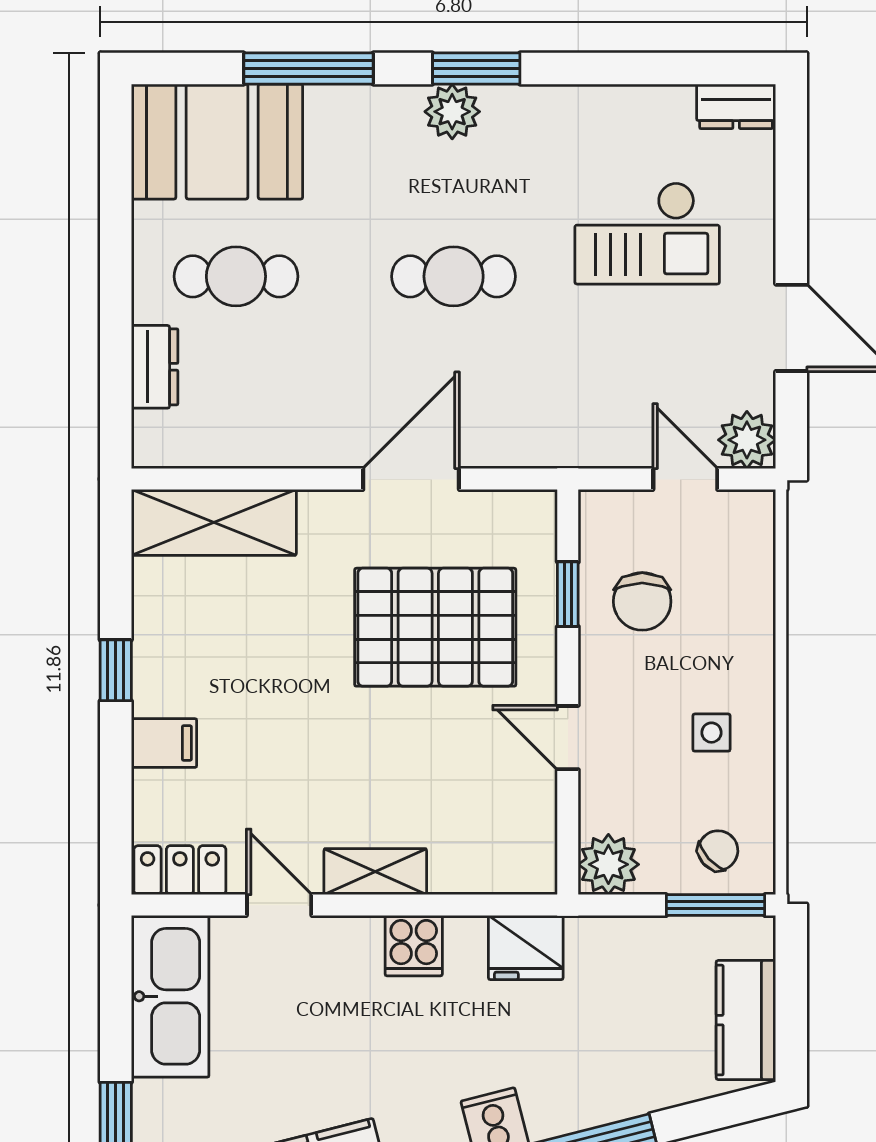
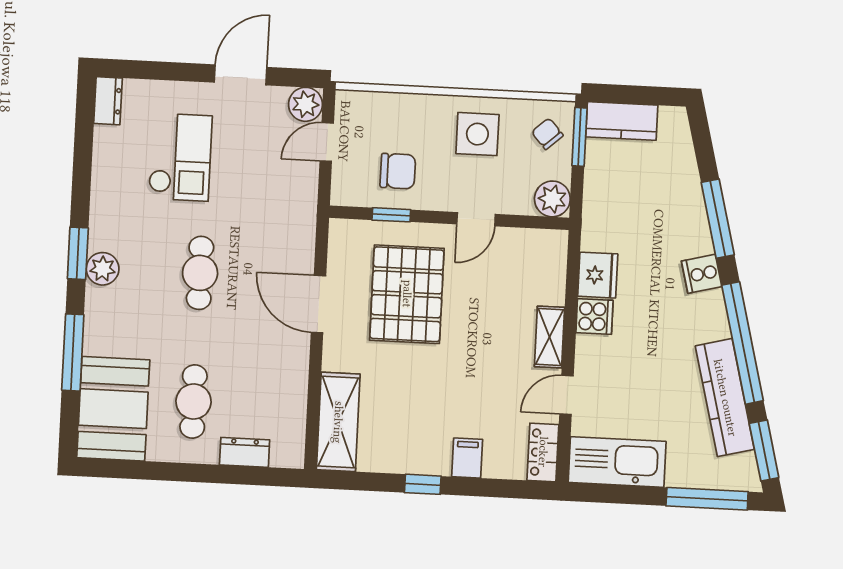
side table: (711, 733) -> (477, 134), width x1.87, depth x1.87
fridge: (526, 948) -> (598, 275), moved
kitchen counter: (746, 1020) -> (622, 121), moved

